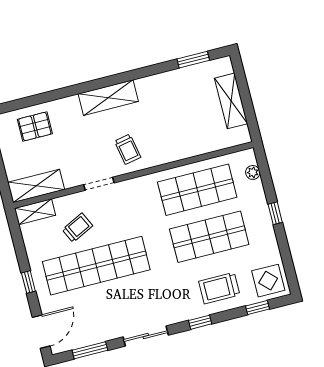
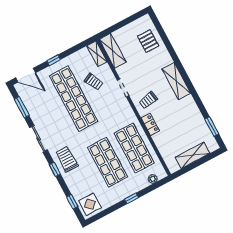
locker: (166, 155) -> (150, 124), added
trolley: (219, 288) -> (67, 159), moved

